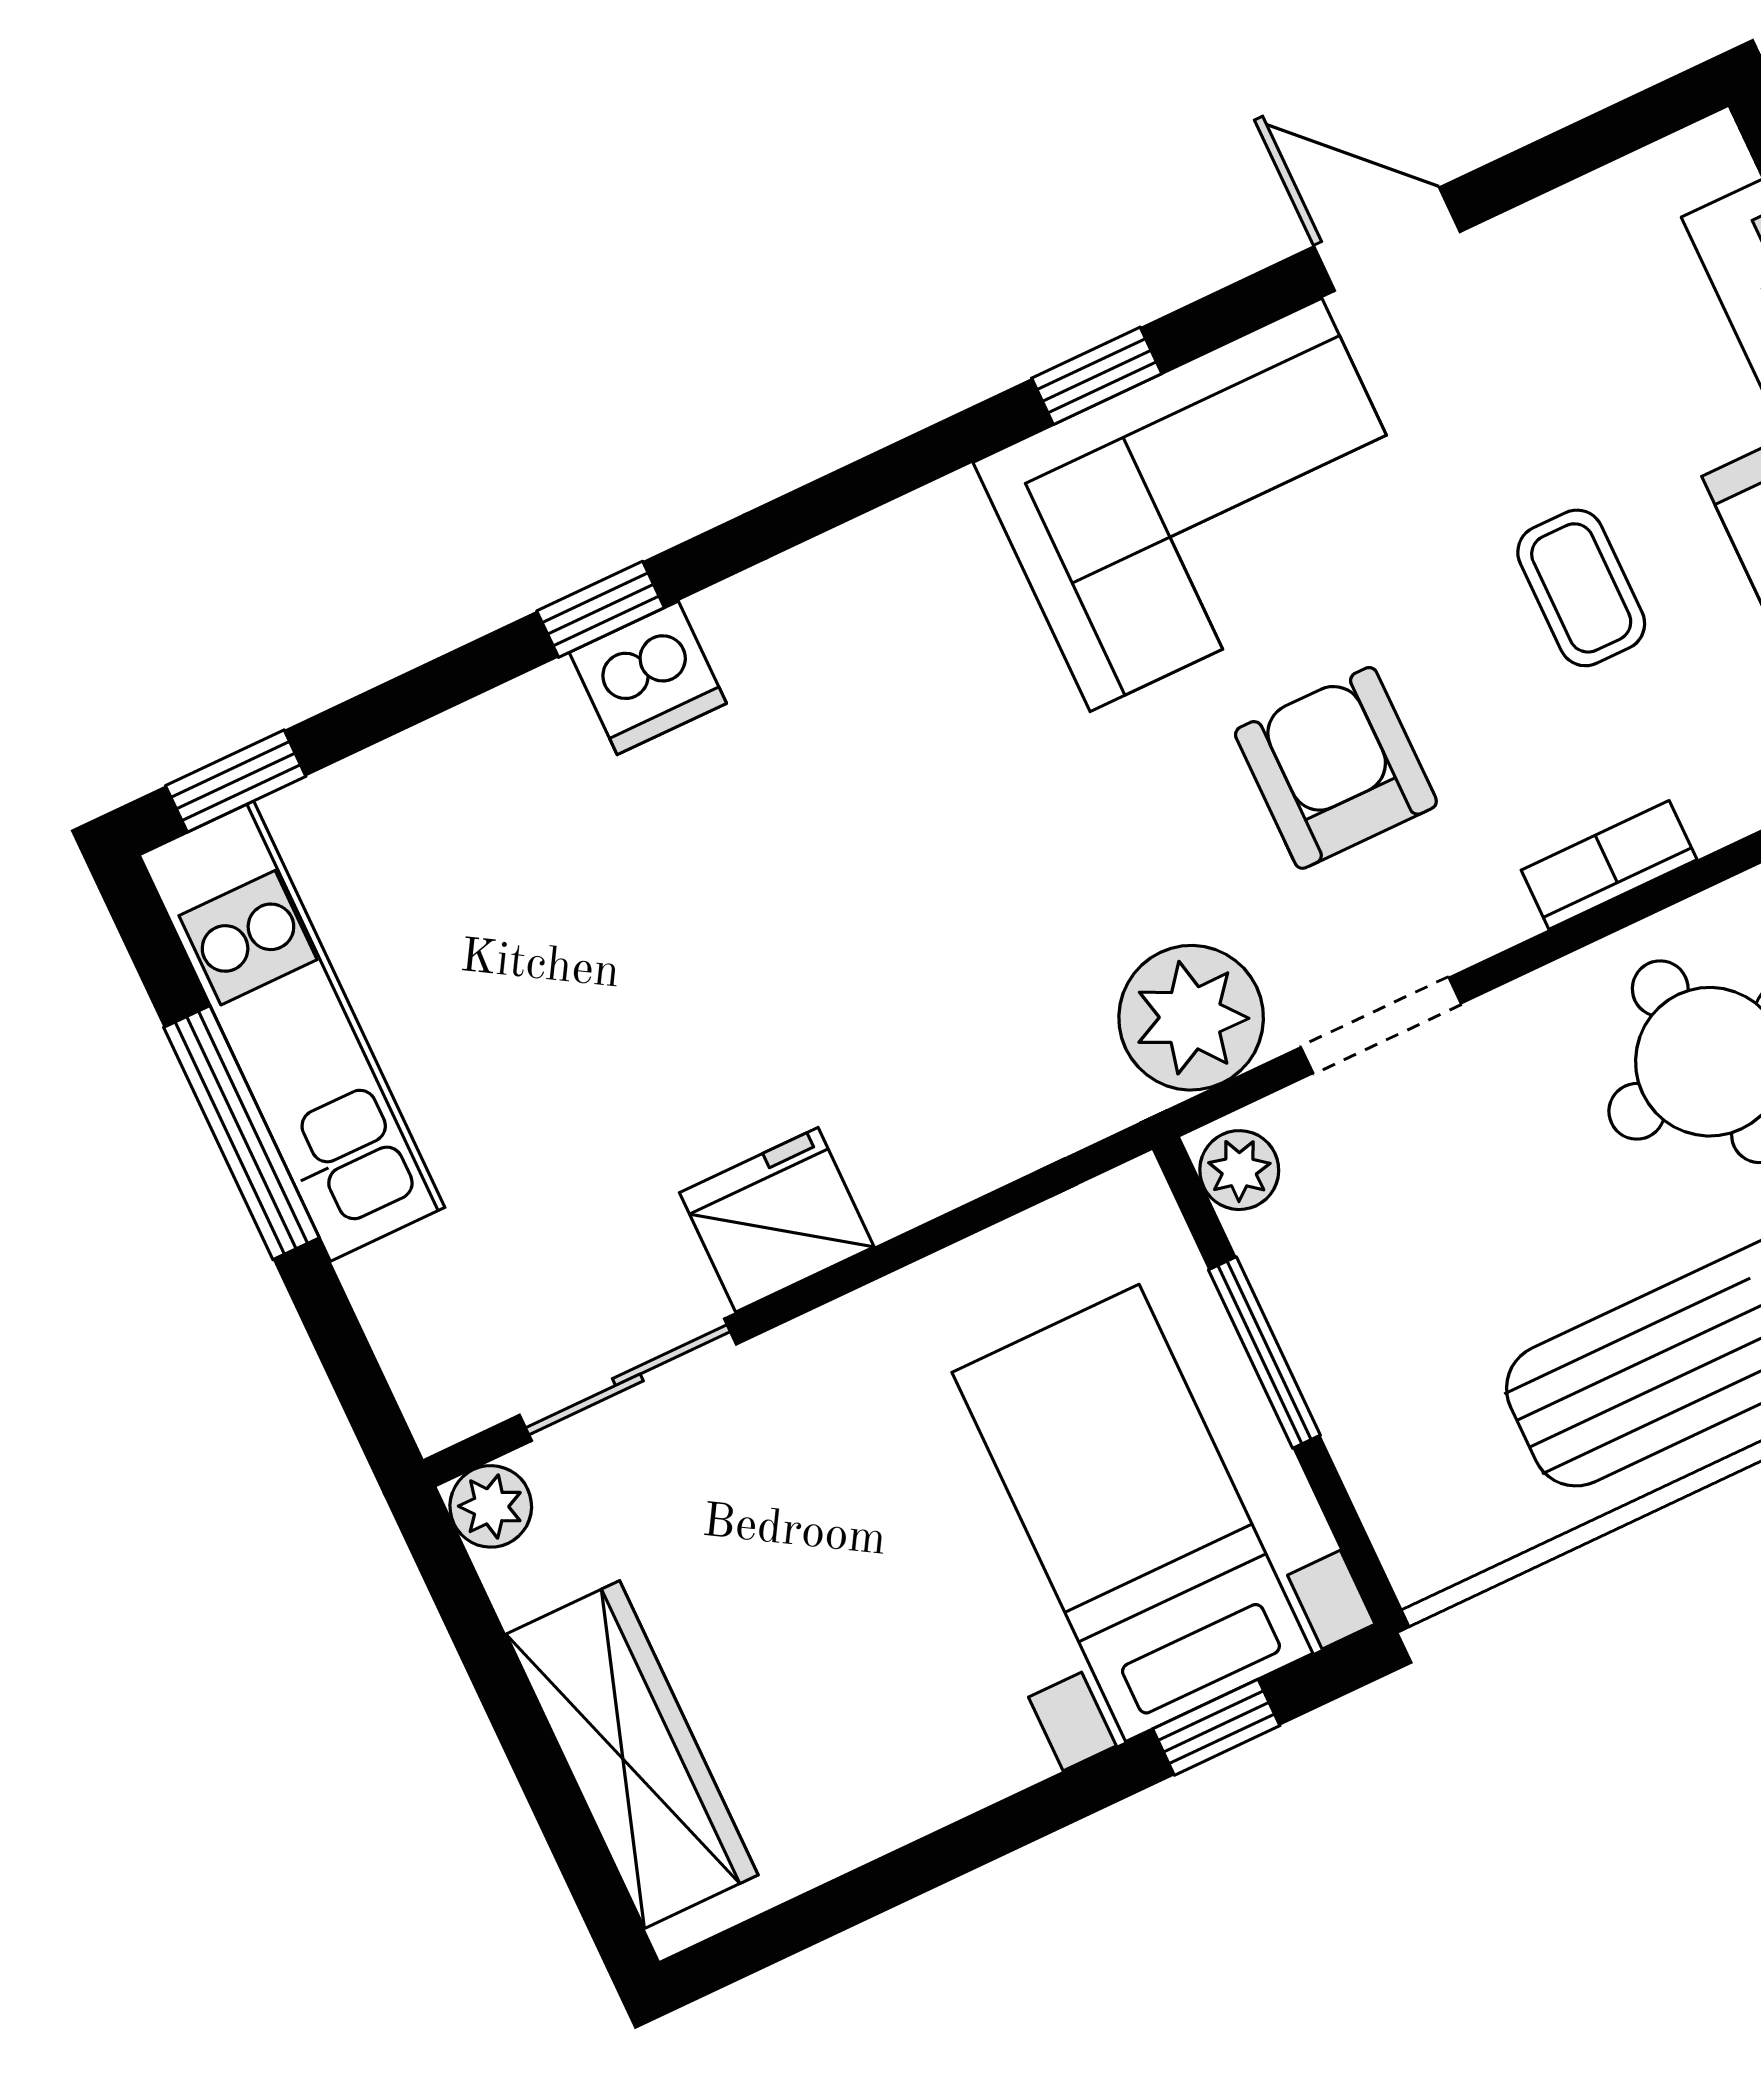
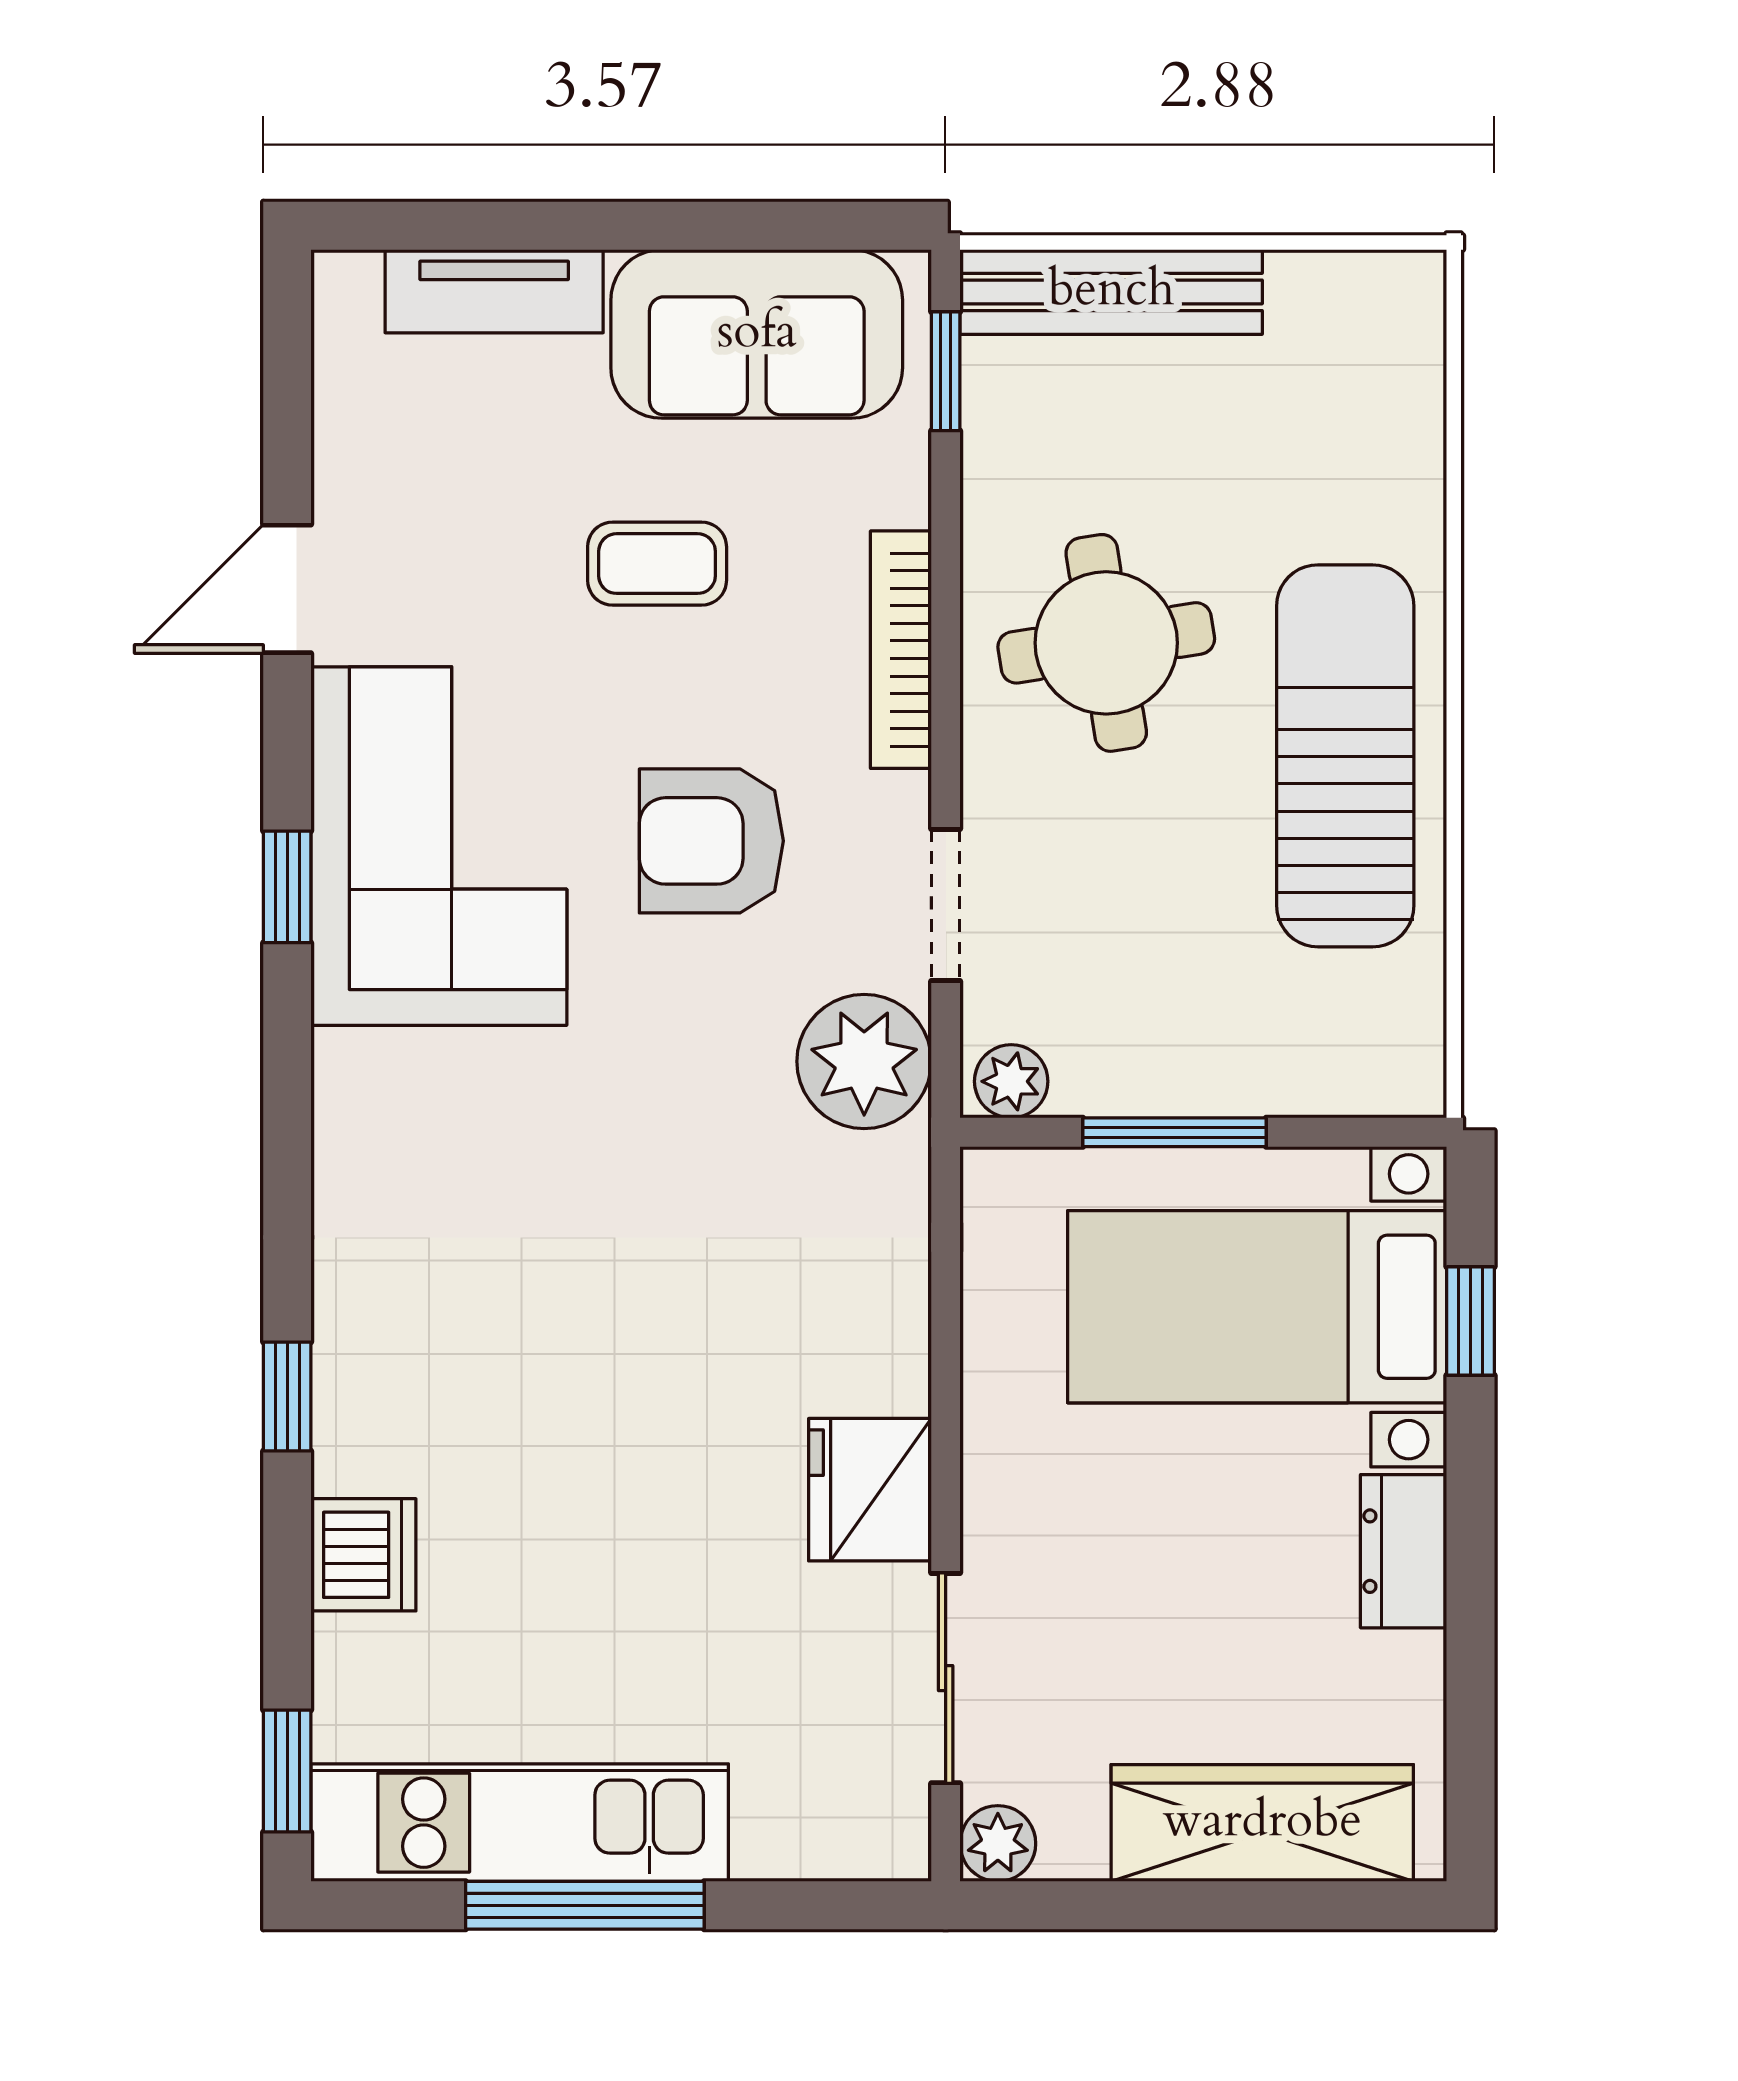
dishwasher: (648, 678) -> (363, 1555), moved
bookcase: (1609, 865) -> (901, 650), width x1.56
dresser: (961, 1768) -> (1404, 1551), added

